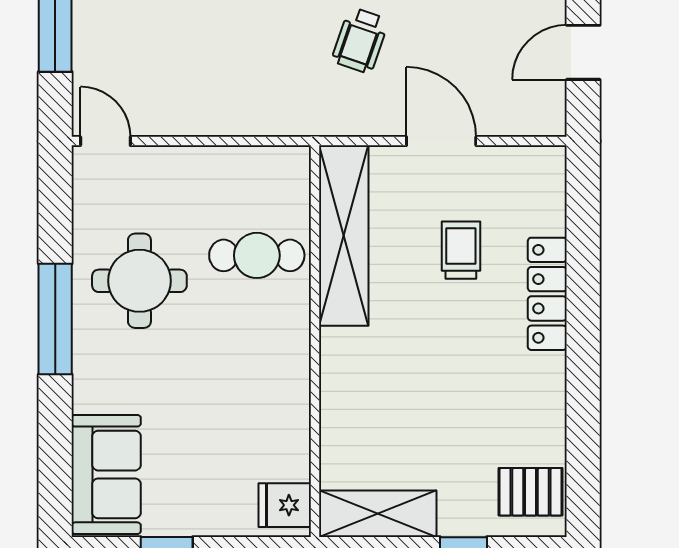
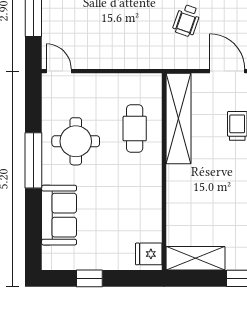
cafe table: (257, 255) -> (135, 129), turned 90
sofa: (106, 474) -> (59, 215), moved

